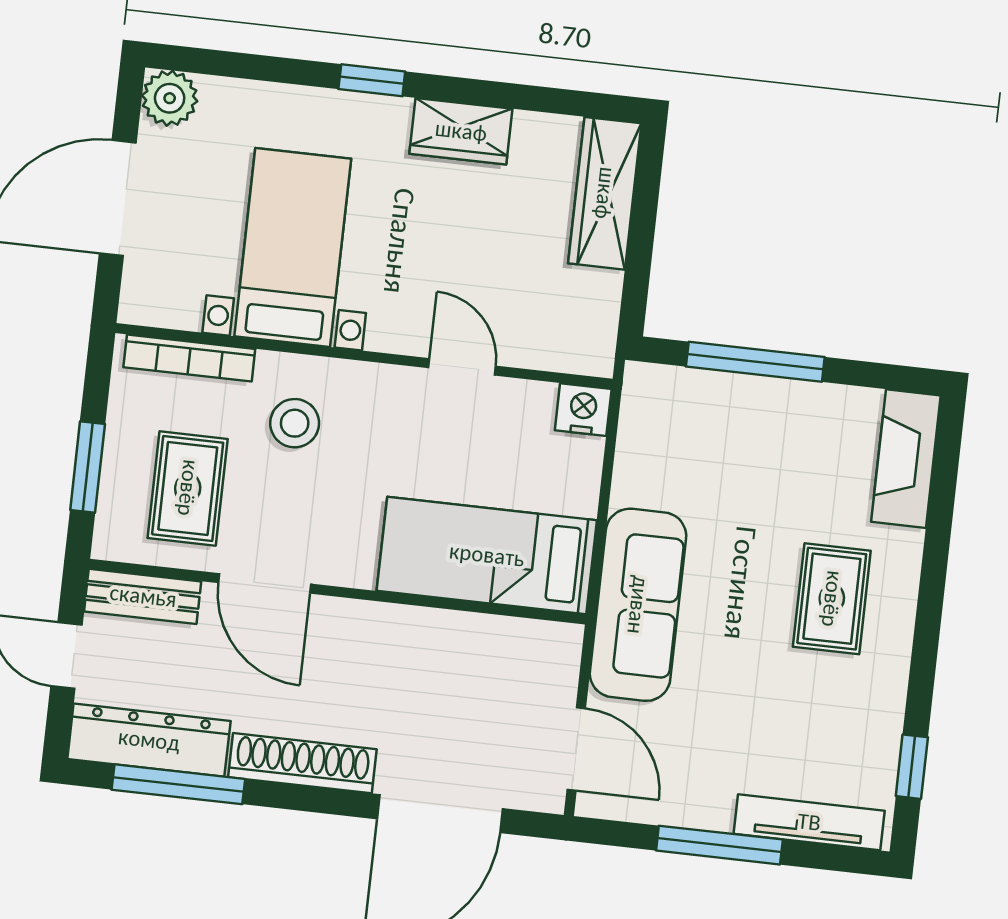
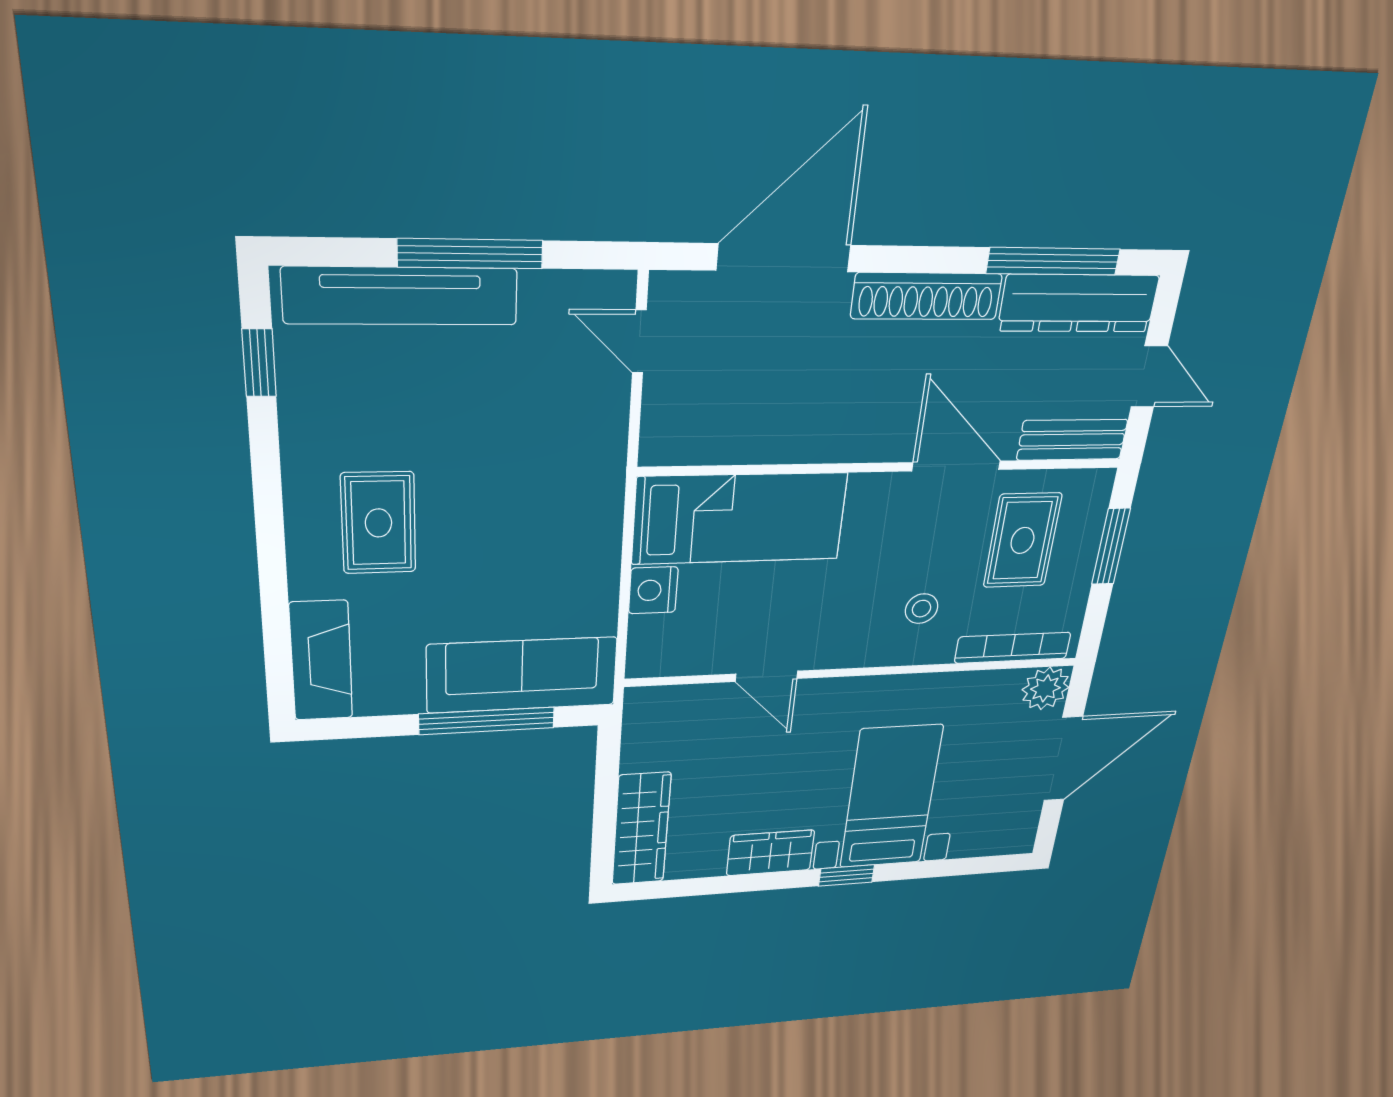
plant: (170, 98) -> (1045, 688), moved
bed with nightstands: (293, 247) -> (891, 797), moved, turned 180
nightstand: (583, 410) -> (653, 590), moved, turned 90
stool: (295, 423) -> (922, 609), width x0.73, depth x0.73
sofa: (638, 605) -> (522, 675), moved, turned 90
door: (576, 749) -> (639, 341), width x0.73
tv unit: (809, 822) -> (401, 296), width x1.36, depth x1.29

